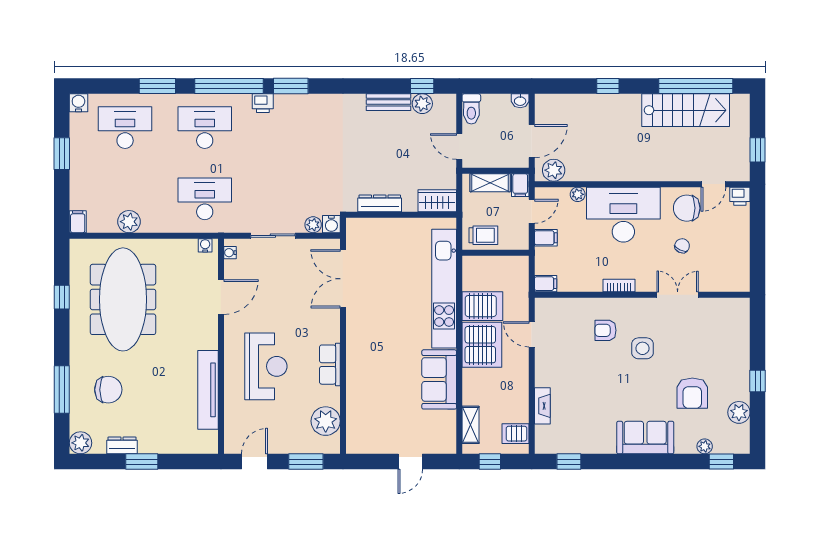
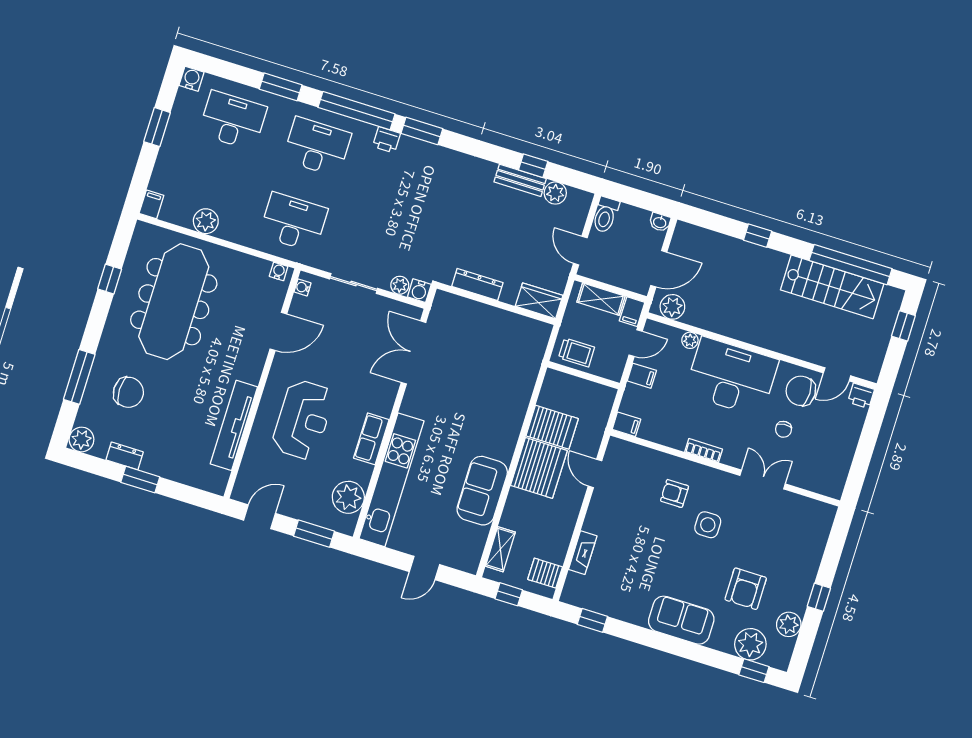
window: (422, 86) -> (533, 166), moved
window: (758, 150) -> (903, 326), moved
chair: (682, 246) -> (784, 429), turned 151
kitchen unit: (444, 289) -> (391, 480), moved, turned 180
plant: (705, 446) -> (750, 644), width x1.88, depth x1.88

